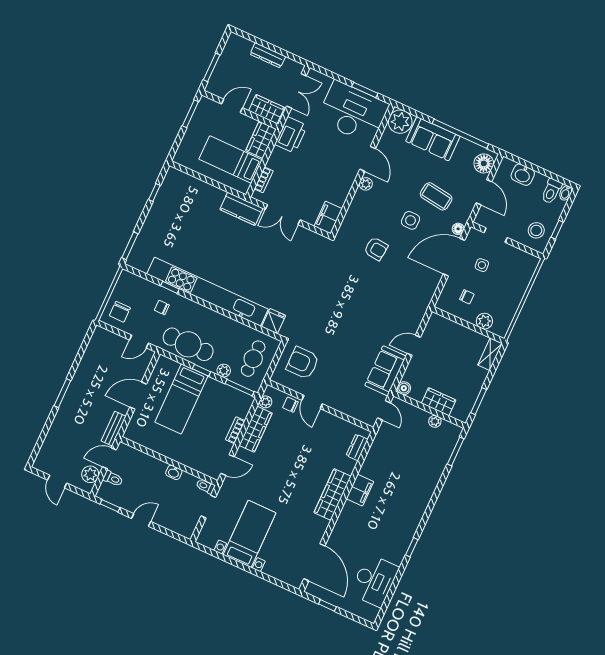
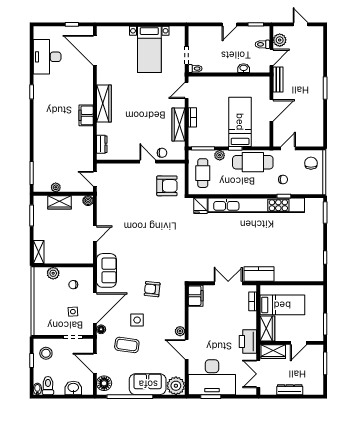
sofa: (385, 371) -> (106, 270), moved
plant: (266, 402) -> (180, 147), removed
washbasin: (174, 472) -> (244, 68), moved

